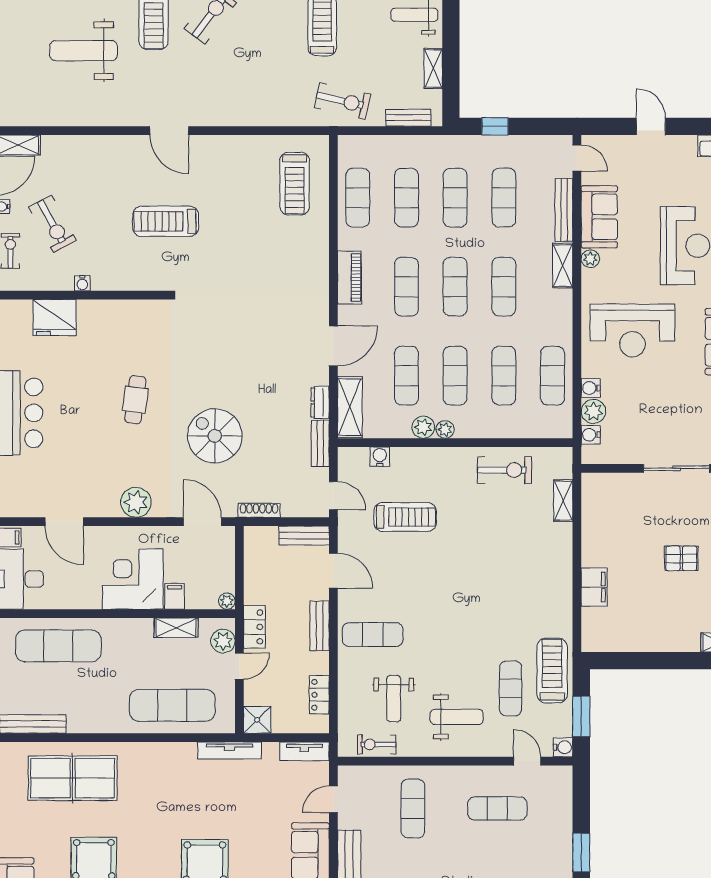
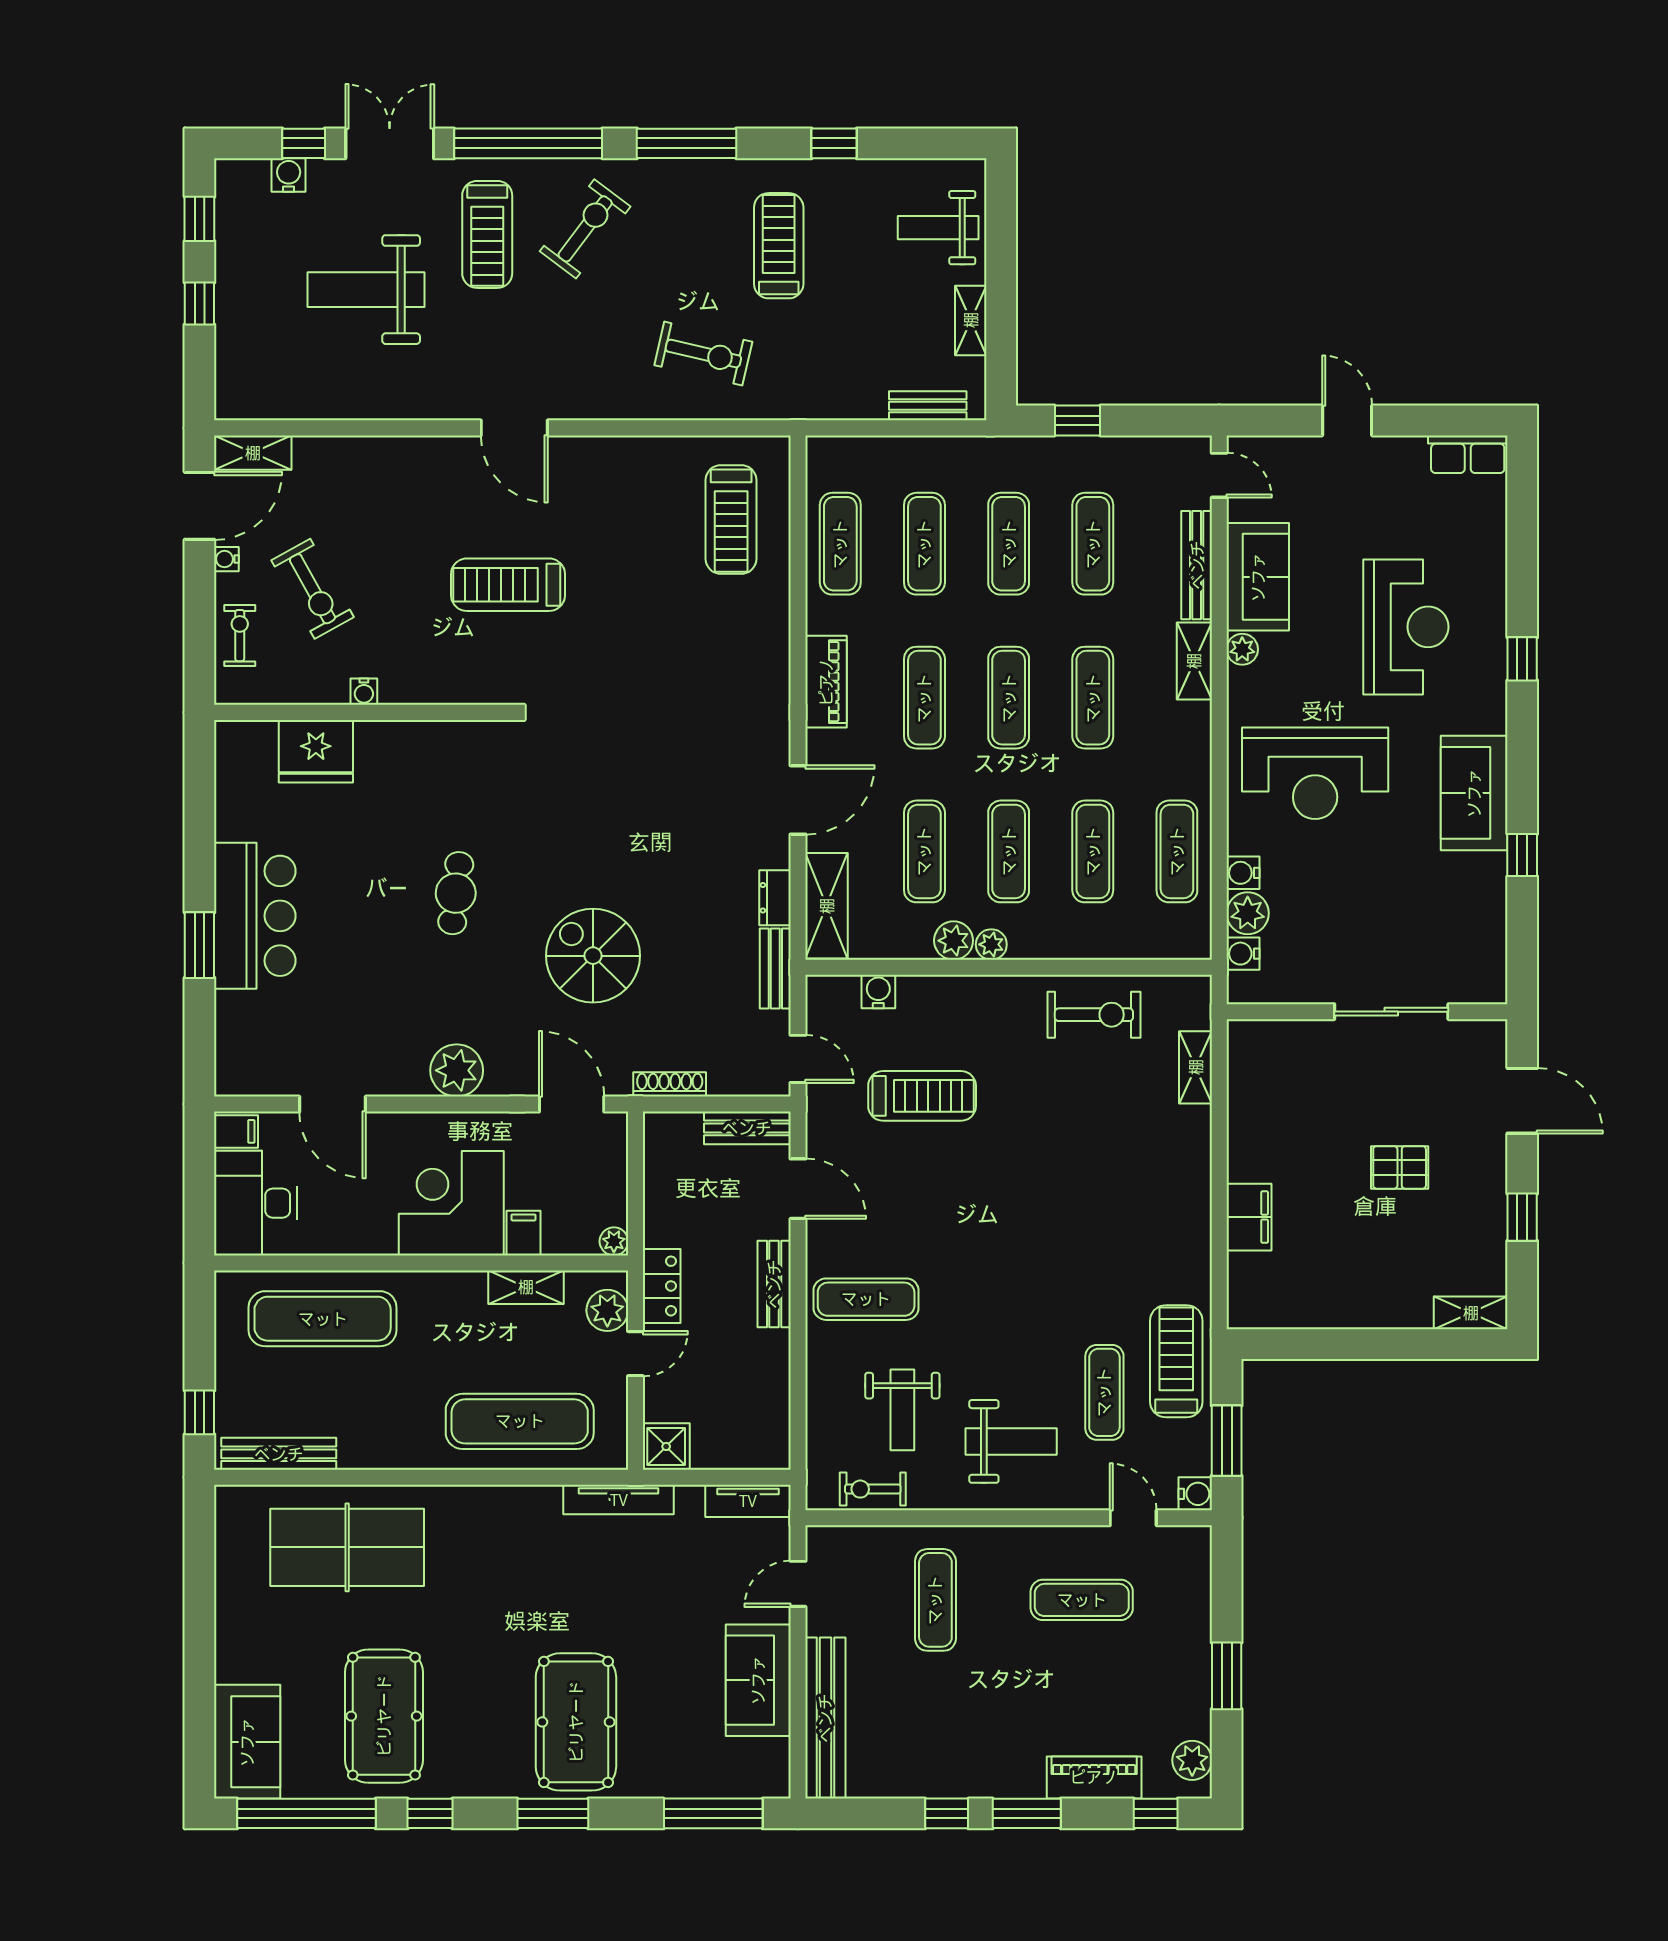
exercise bike: (342, 101) -> (703, 354), moved
locker: (319, 695) -> (774, 1403), removed

